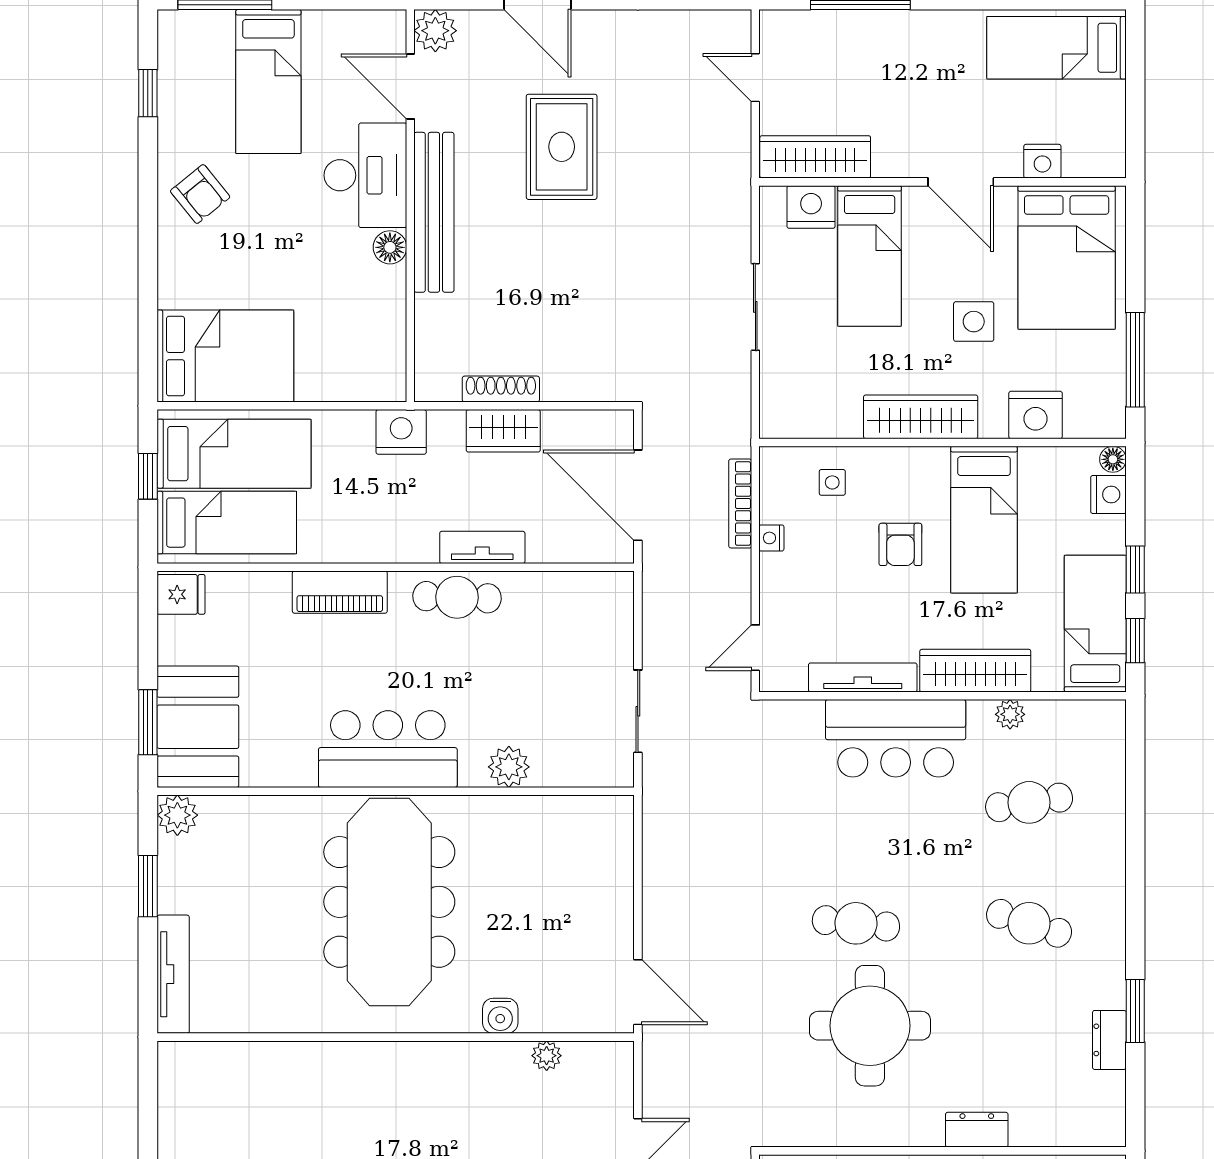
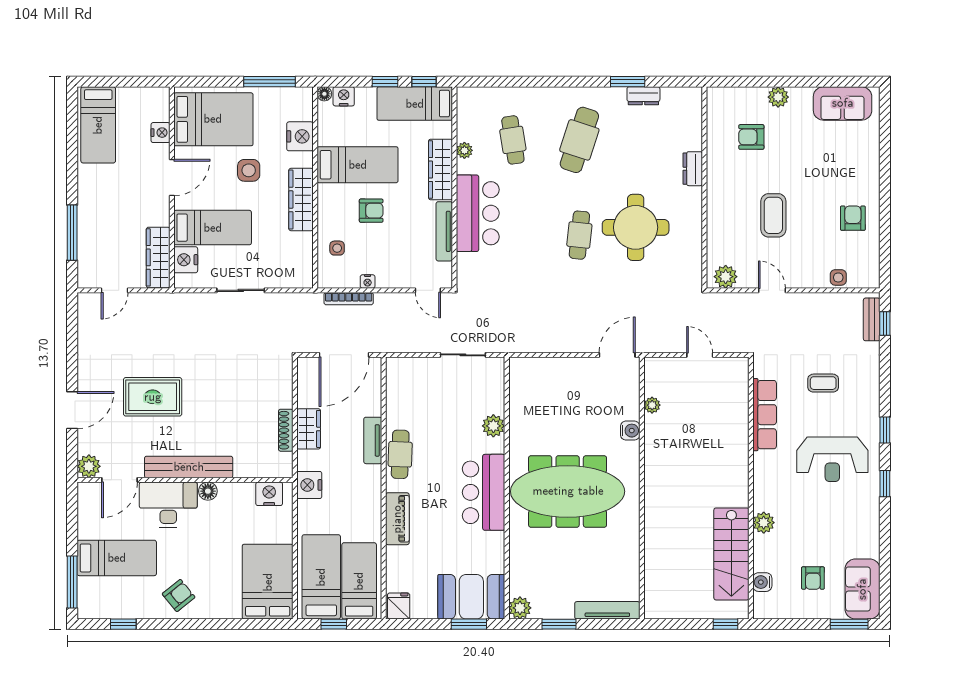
nightstand: (385, 359) -> (269, 494), added
cafe table: (1029, 923) -> (579, 140), width x1.37, depth x1.35

